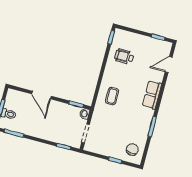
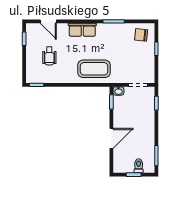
wheelchair: (124, 56) -> (49, 56), moved
coffee table: (112, 96) -> (94, 69), width x1.86, depth x1.72

